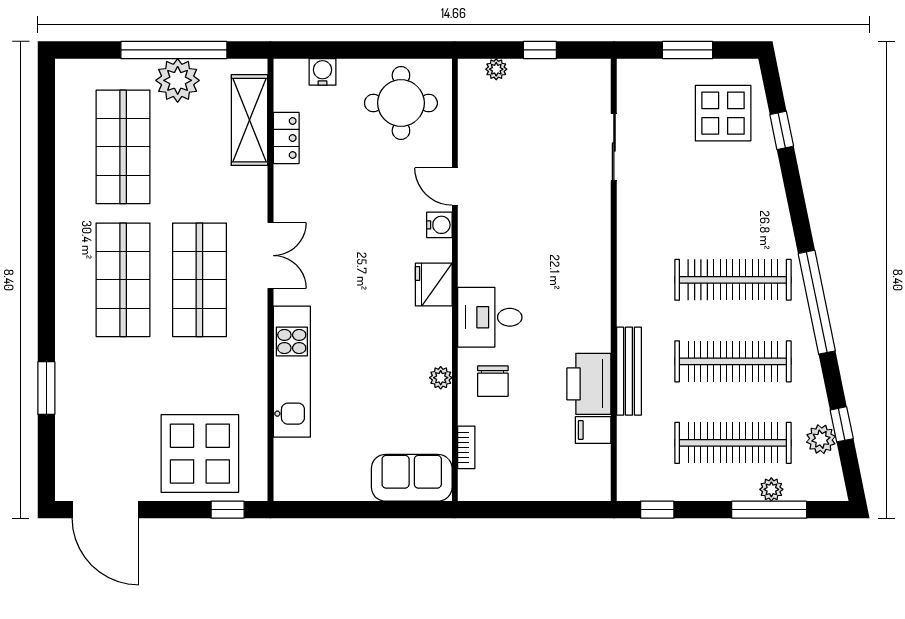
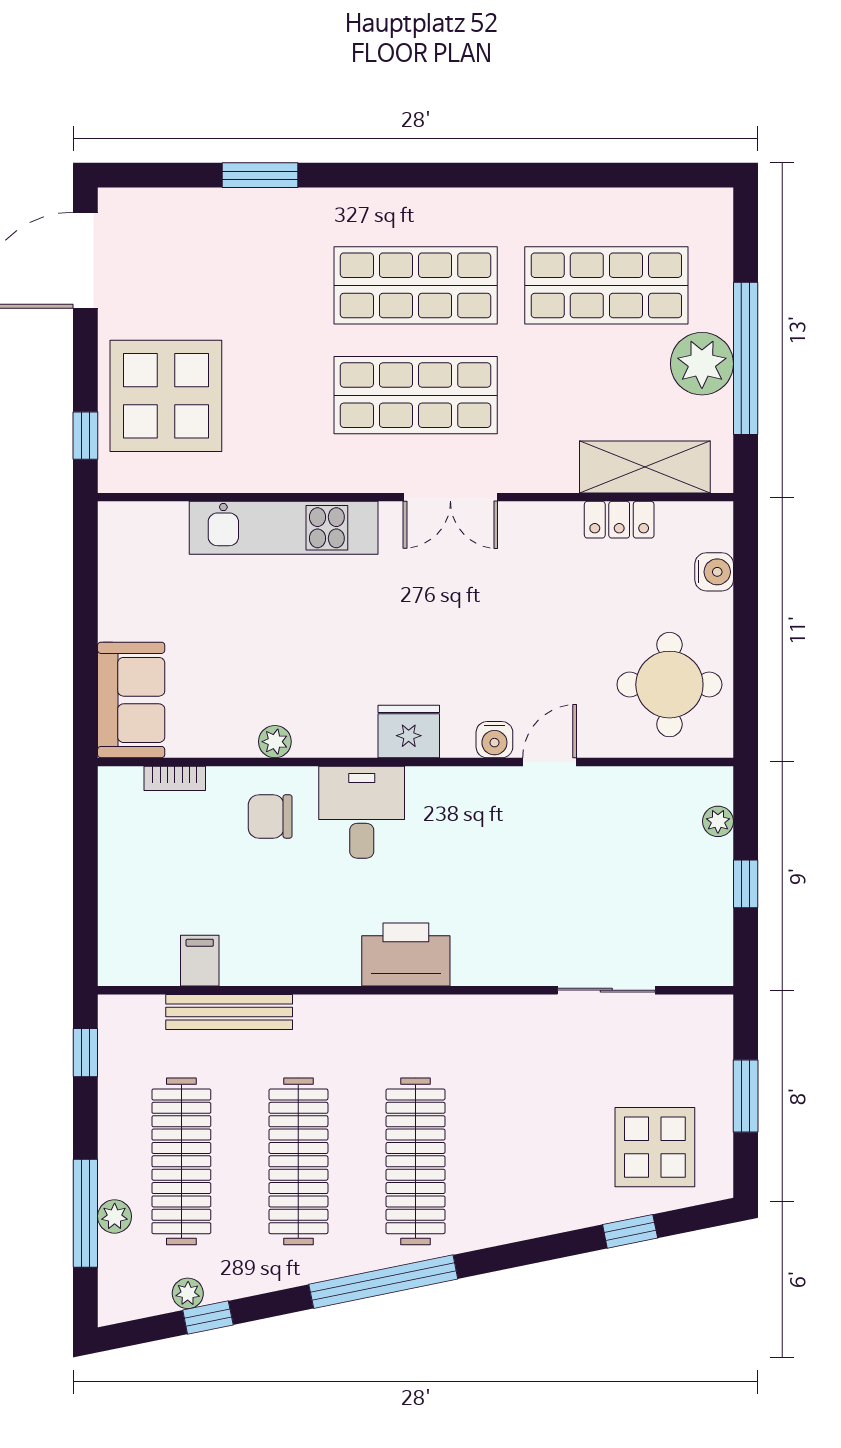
bench: (629, 371) -> (229, 1012), moved
printer: (589, 384) -> (406, 955), moved
plant: (821, 439) -> (188, 1293), width x0.73, depth x0.73

